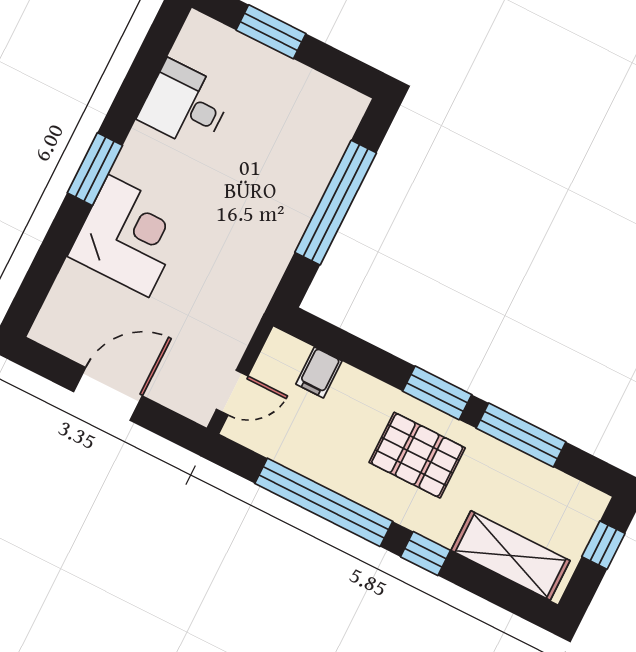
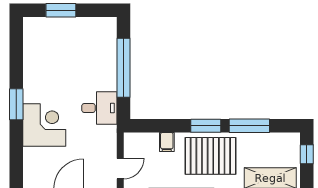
desk: (185, 105) -> (99, 108), moved, turned 180
filing cabinet: (319, 373) -> (167, 142), moved
pallet: (417, 455) -> (210, 156), width x1.37, depth x1.41

